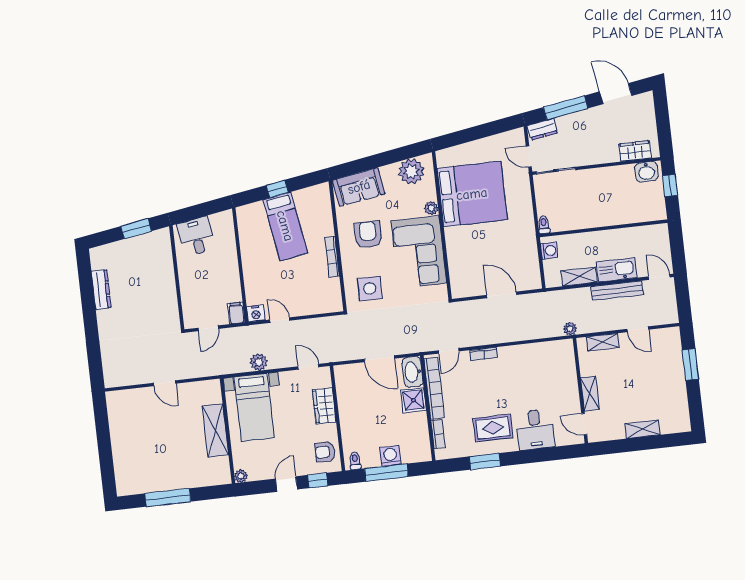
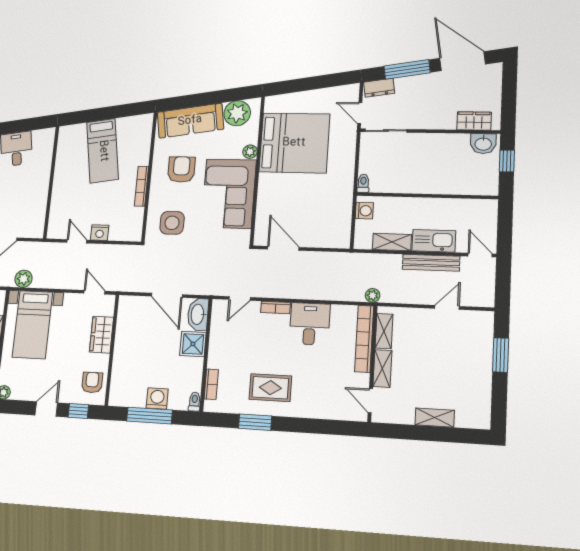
door: (616, 94) -> (463, 61), width x1.36
sofa: (359, 187) -> (190, 121), width x1.36
window: (277, 189) -> (103, 114), removed
door: (502, 295) -> (283, 248), moved
filing cabinet: (236, 313) -> (37, 228), removed
nightstand: (256, 313) -> (100, 233), moved
door: (638, 329) -> (447, 307), swing flipped
shelving: (603, 342) -> (384, 331), moved, turned 90
plant: (259, 362) -> (24, 279), moved
bookcase: (434, 388) -> (364, 339), moved, turned 180
desk: (535, 430) -> (310, 324), moved, turned 180
armchair: (325, 452) -> (92, 382), turned 90
toilet: (355, 461) -> (195, 402), moved

